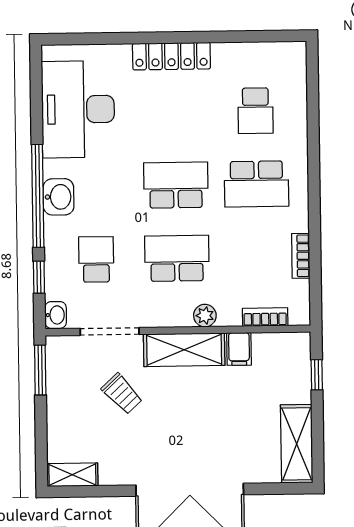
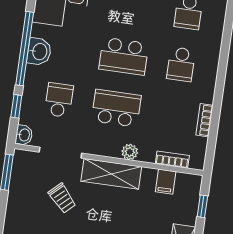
school desk: (256, 184) -> (181, 64), width x0.54
school desk: (176, 185) -> (124, 56), turned 180
filing cabinet: (239, 349) -> (166, 182), moved

